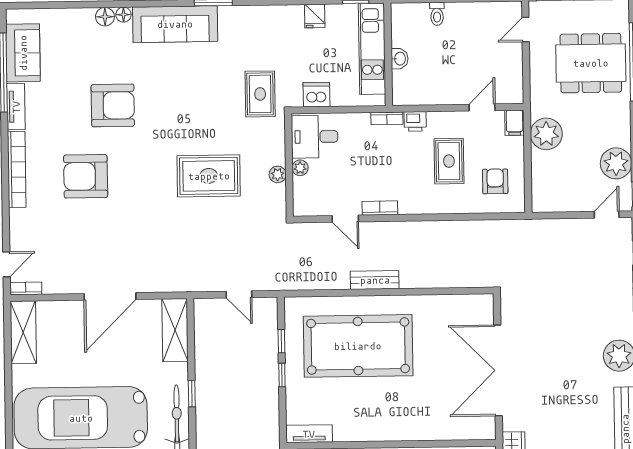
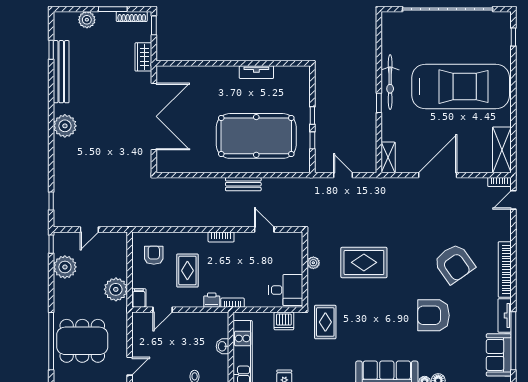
plant: (300, 168) -> (297, 267), removed
armchair: (86, 176) -> (454, 264), turned 55
armchair: (495, 181) -> (154, 255), turned 180
bookcase: (380, 208) -> (221, 237), moved
door: (607, 215) -> (89, 230), moved
shelving: (175, 330) -> (388, 157), width x0.67, depth x0.75
tv unit: (309, 434) -> (256, 72), moved

